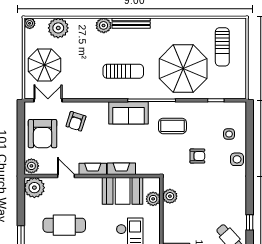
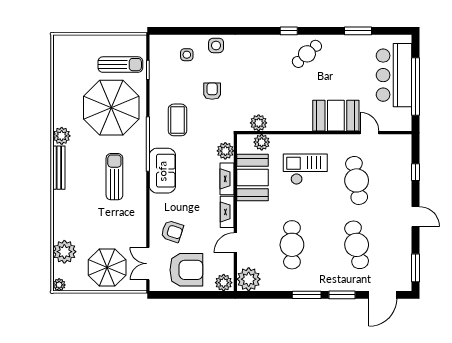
plant: (104, 25) -> (62, 136), moved
sun lounger: (222, 47) -> (120, 65), moved
plant: (146, 167) -> (225, 151), added

